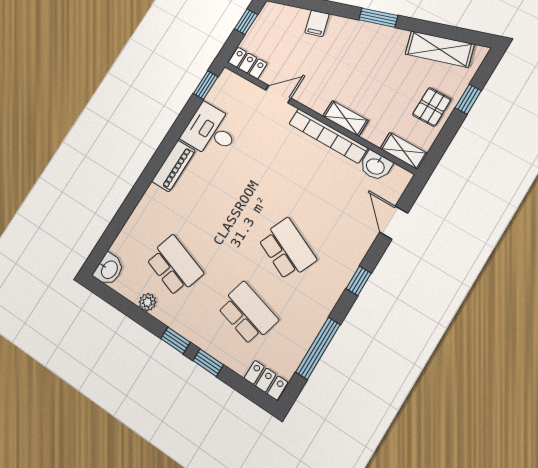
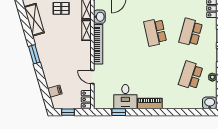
filing cabinet: (317, 23) -> (55, 91), moved
window: (206, 85) -> (119, 112), moved
shelving: (345, 118) -> (86, 30), moved
school desk: (287, 249) -> (155, 32), turned -36

